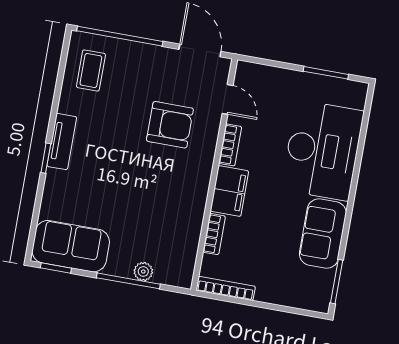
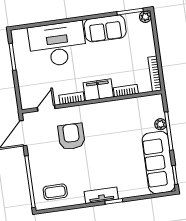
sofa: (71, 246) -> (158, 162), width x1.36
plant: (321, 303) -> (145, 17), added

